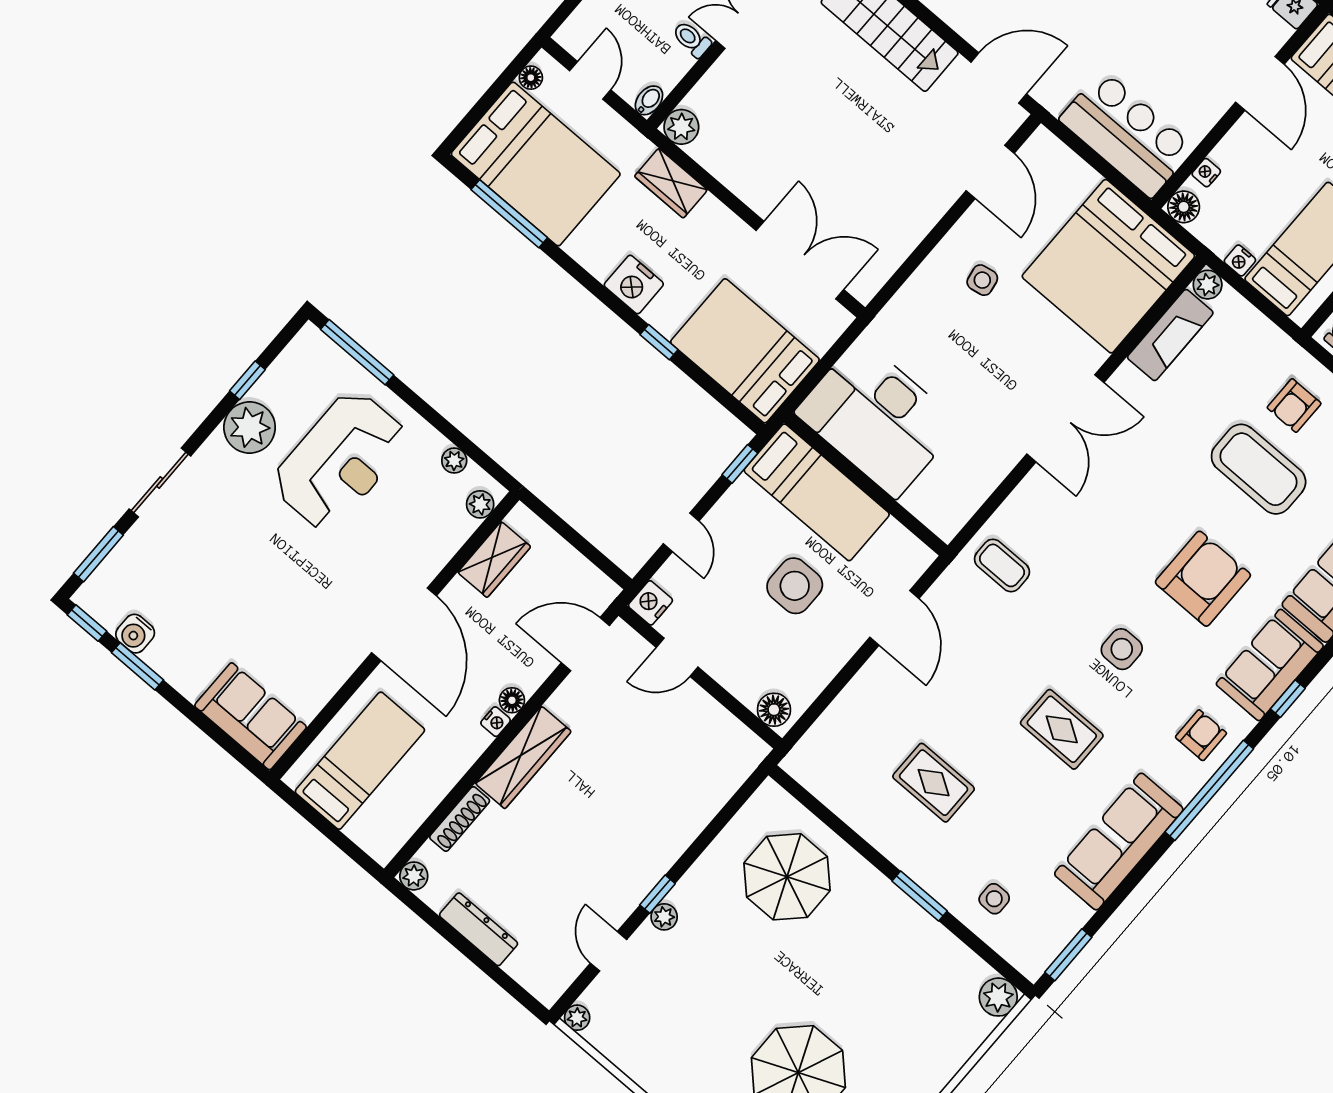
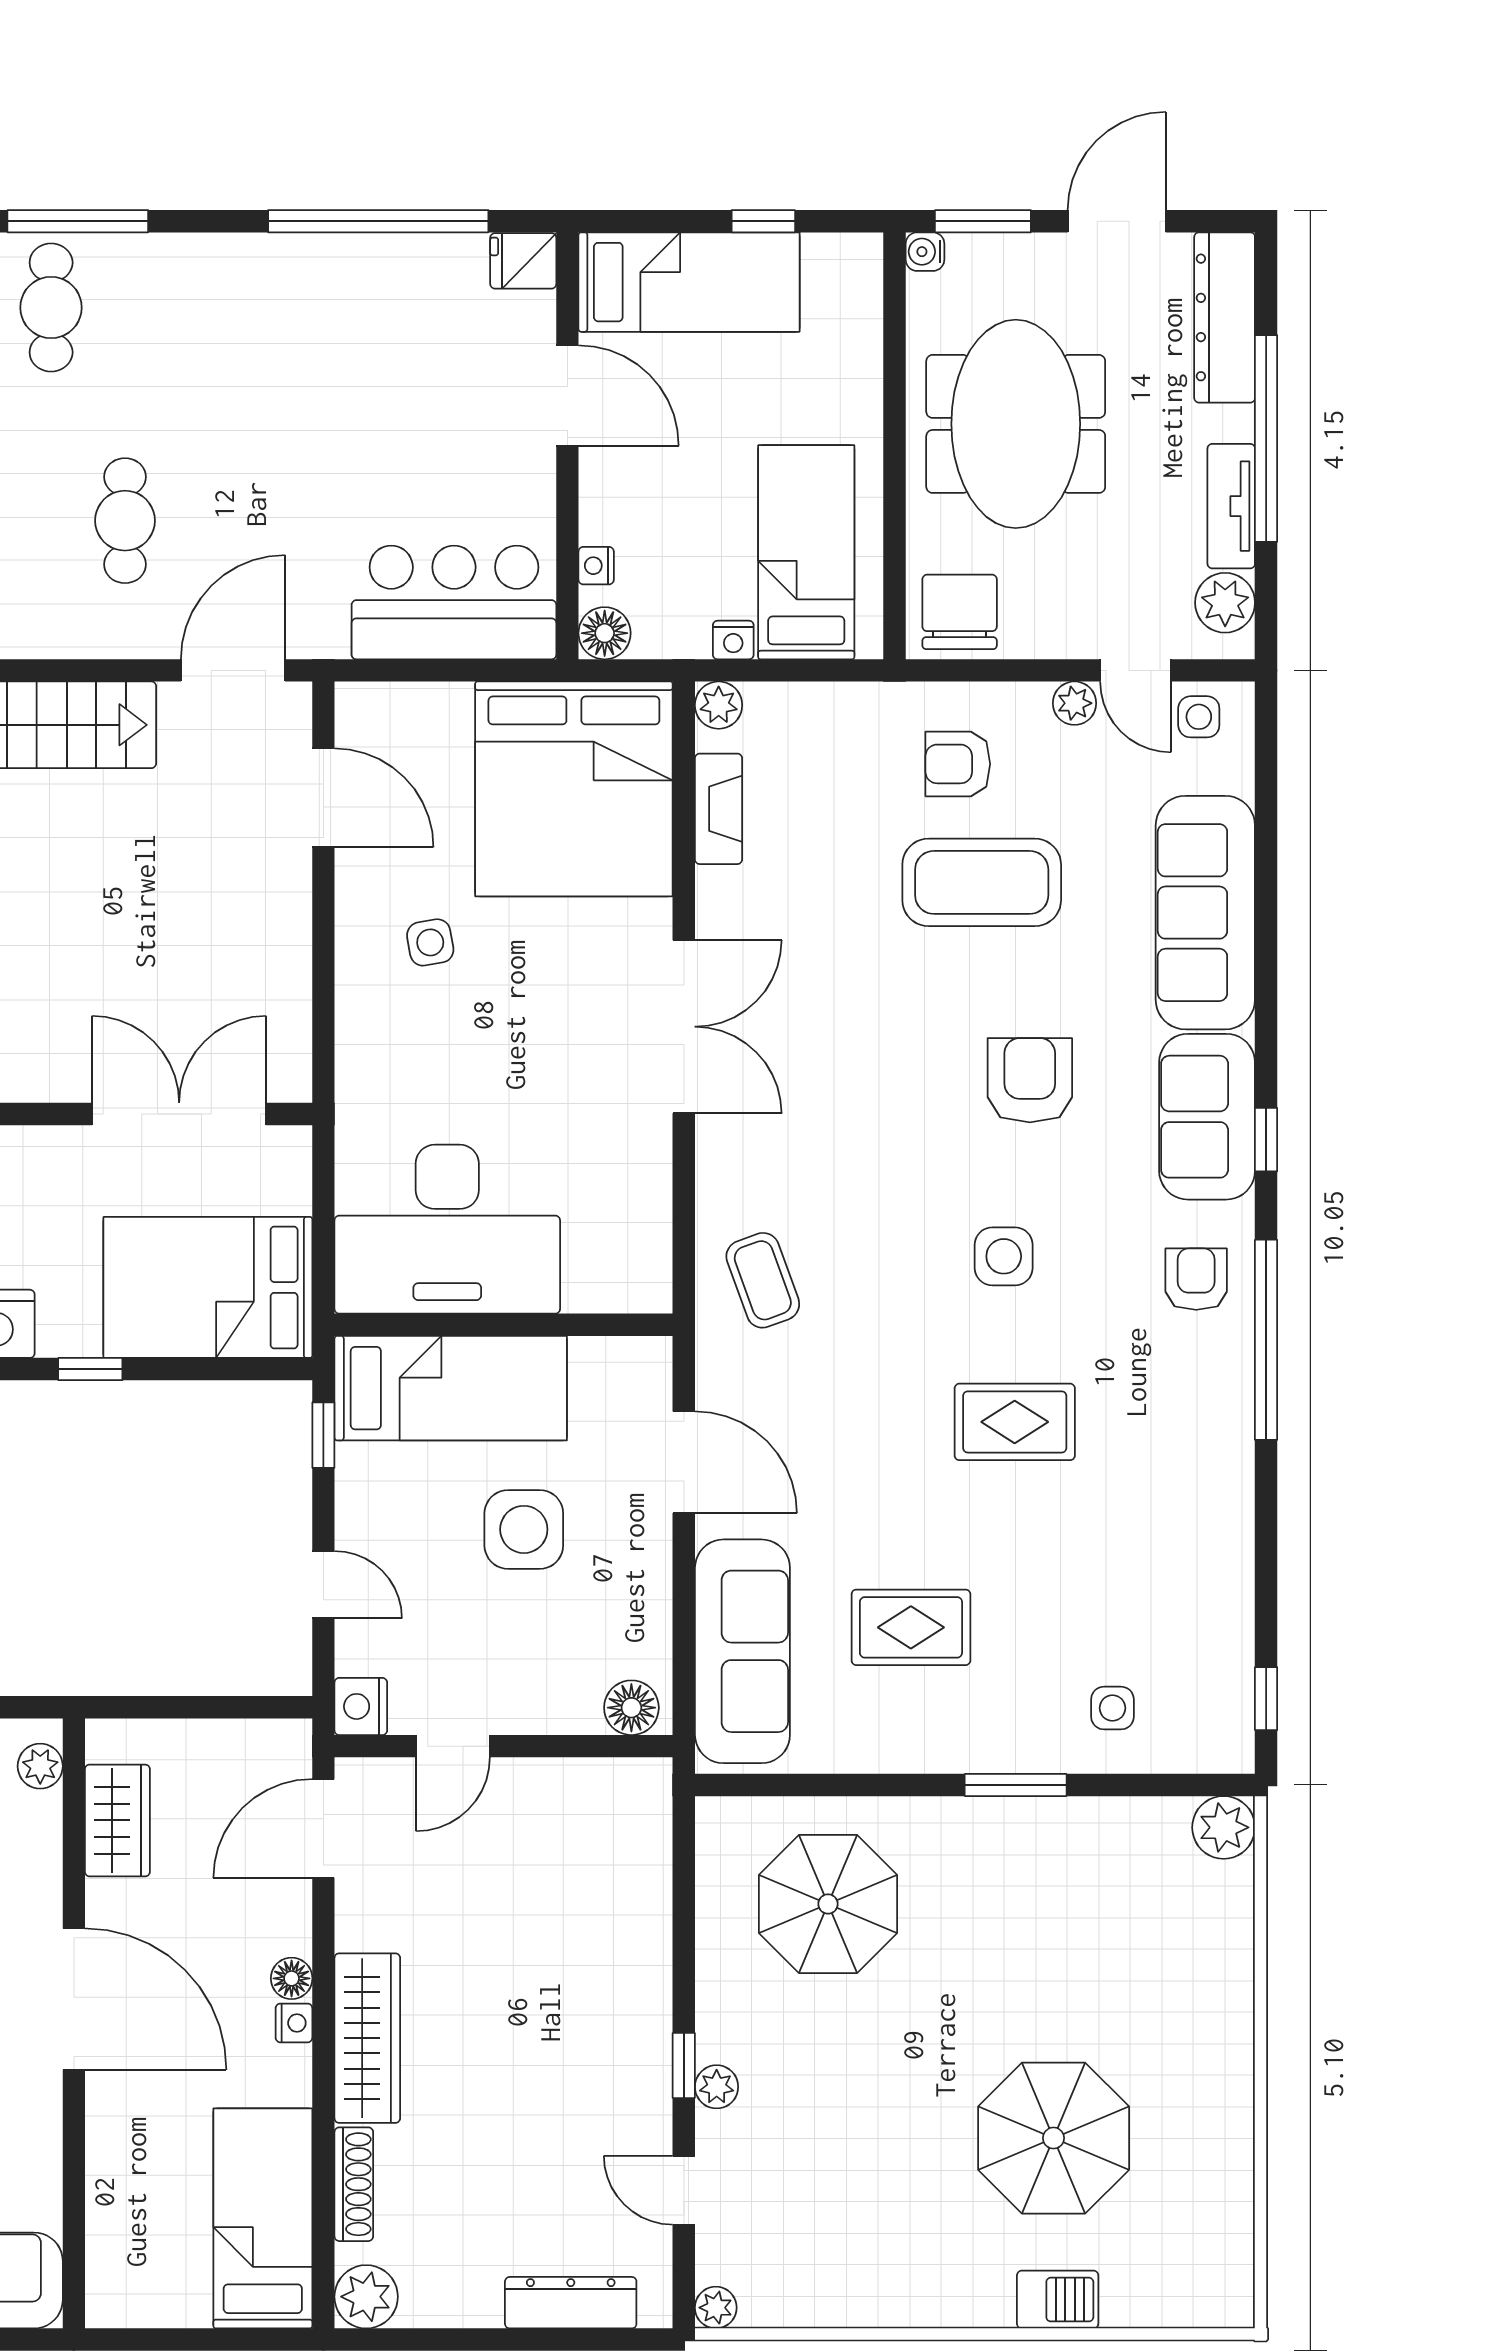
fireplace: (1170, 335) -> (719, 809), width x0.73, depth x0.76
armchair: (1294, 406) -> (958, 764), turned 90
coffee table: (1002, 565) -> (763, 1280), turned 70
armchair: (1203, 579) -> (1030, 1080), width x0.73, depth x0.73
bed: (360, 761) -> (263, 2218), moved
sofa: (1119, 842) -> (742, 1651), moved, turned 180
plant: (414, 876) -> (366, 2297), width x1.38, depth x1.38
dresser: (479, 929) -> (571, 2303), moved
window: (1068, 955) -> (1266, 1699), width x0.67

